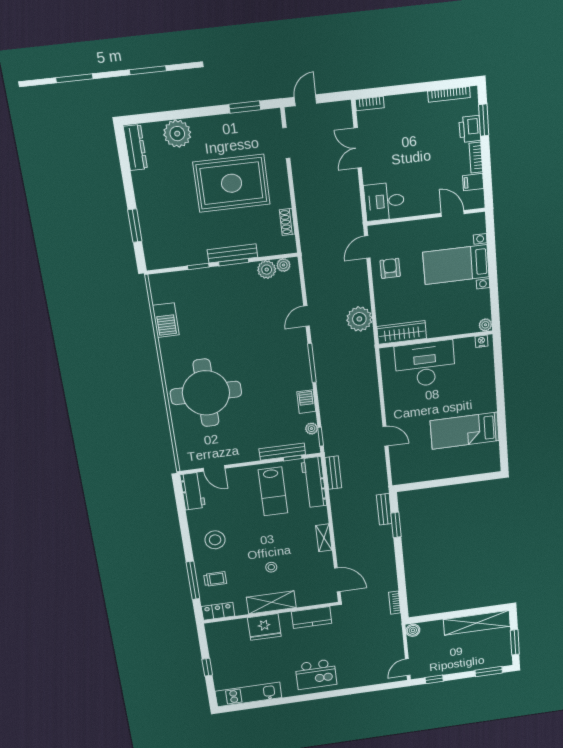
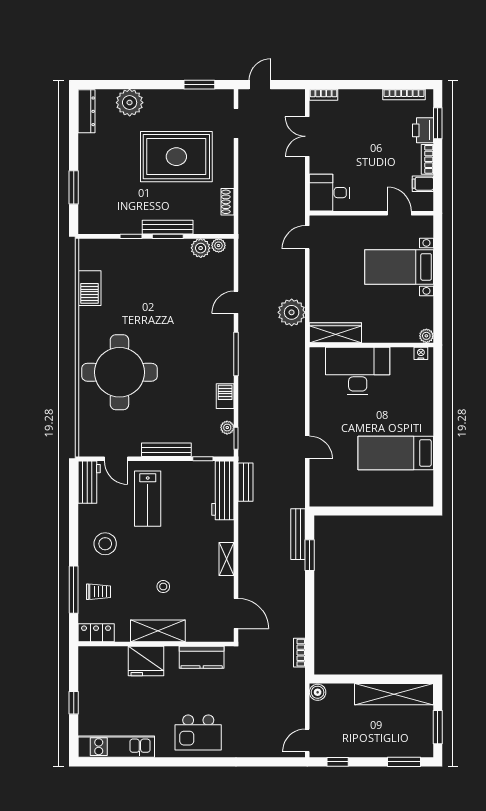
armchair: (390, 268) -> (329, 262), removed
bench: (282, 452) -> (166, 450), moved
lab bench: (273, 491) -> (148, 499), moved
bench: (384, 509) -> (298, 534), width x1.36

